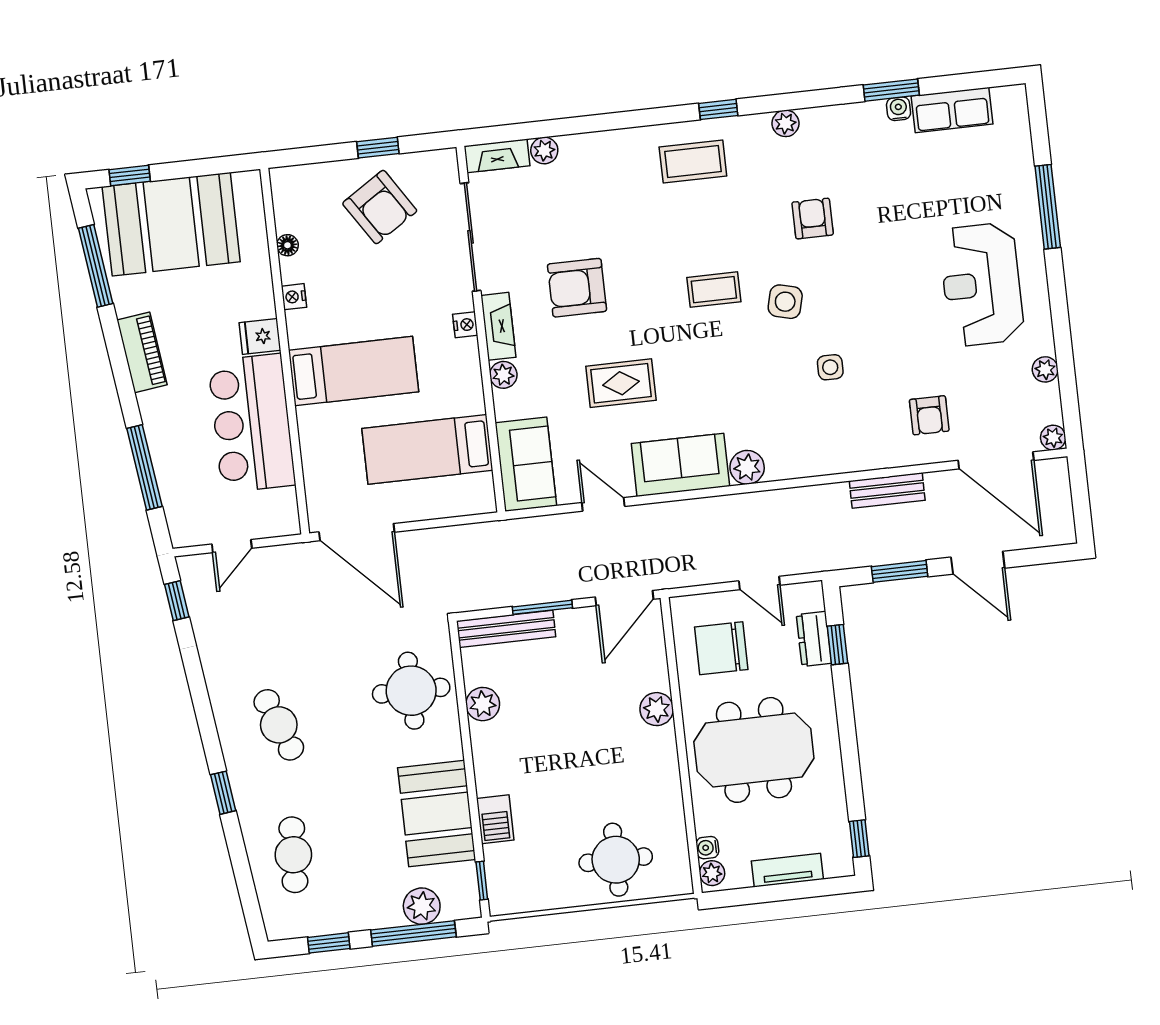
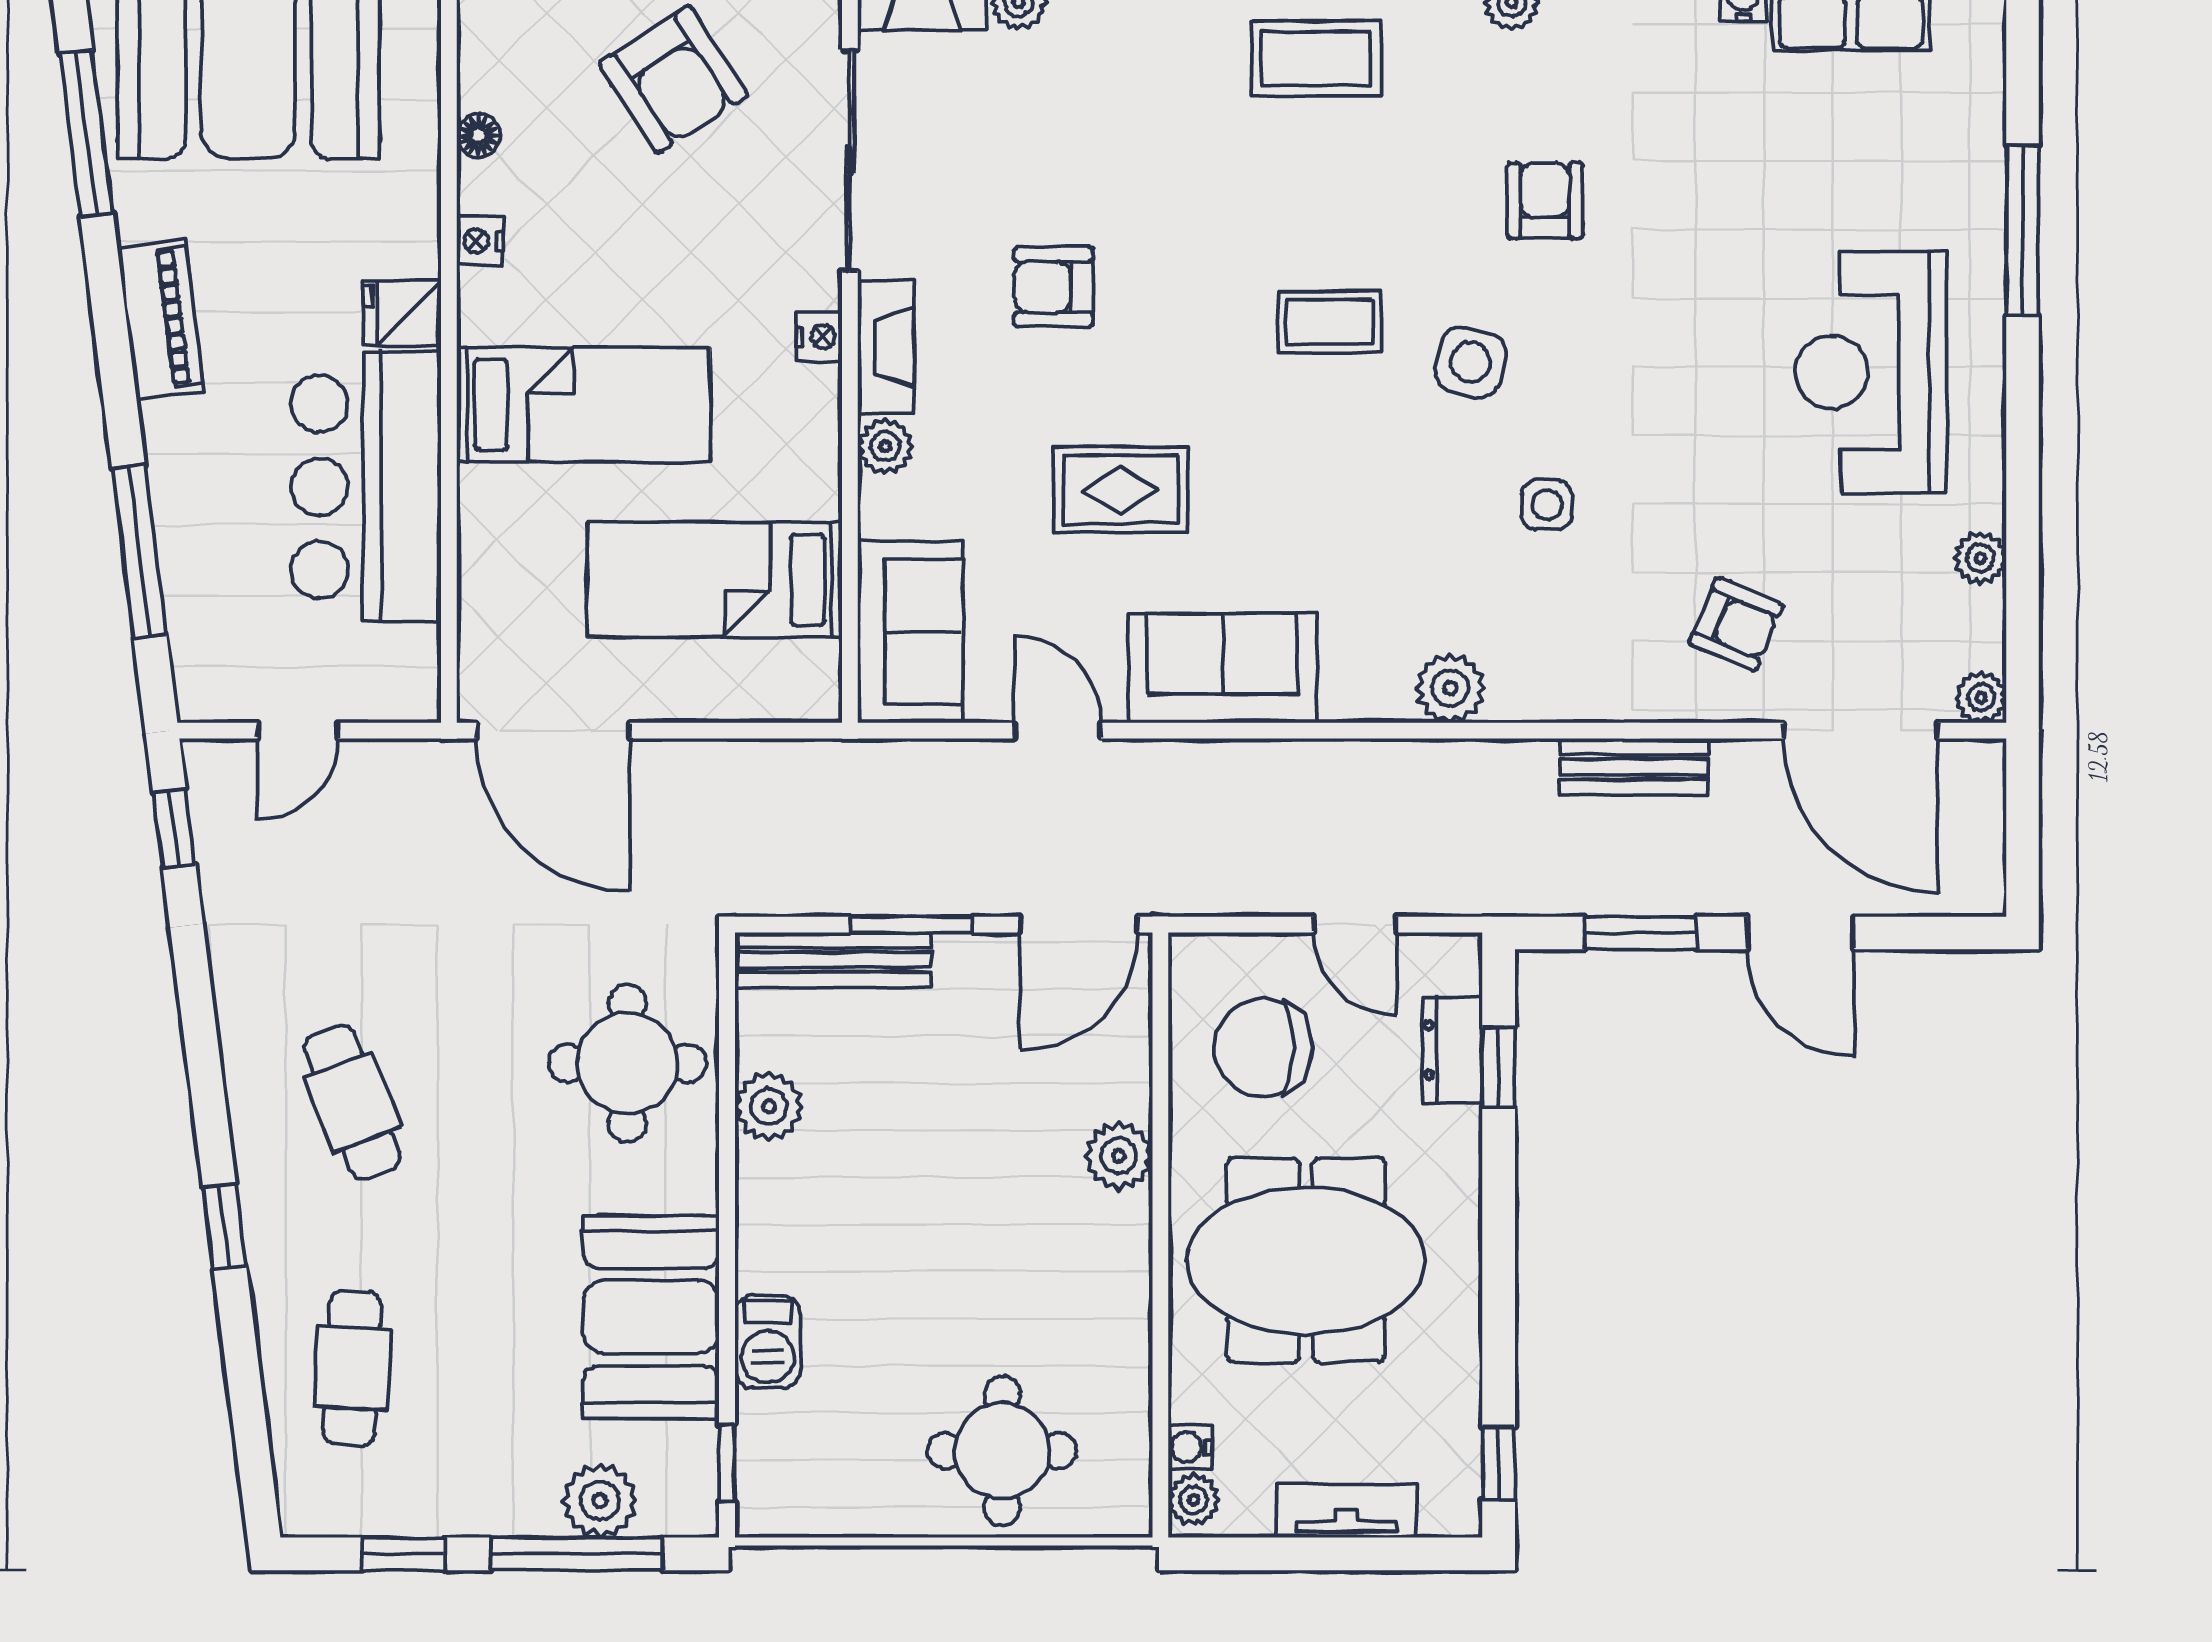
armchair: (577, 288) -> (1054, 287), width x0.72, depth x0.72
armchair: (929, 415) -> (1736, 624), turned -67
plant: (747, 467) -> (1450, 688), moved

